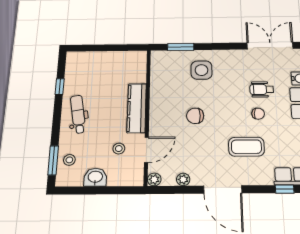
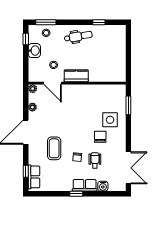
kitchen counter: (137, 108) -> (76, 76), width x0.67
chair: (195, 116) -> (100, 137), moved
window: (76, 191) -> (26, 39), added

